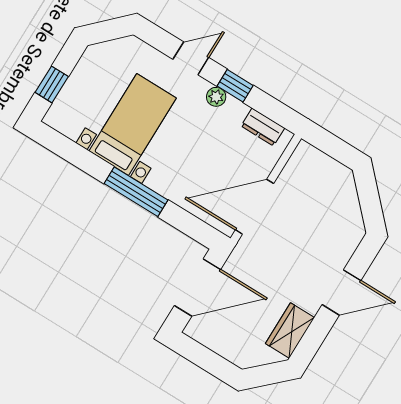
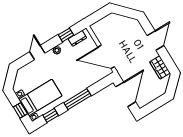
window: (235, 86) -> (66, 35), moved
bed with nightstands: (133, 125) -> (40, 98), moved, turned 90
window: (74, 153) -> (51, 115), added
door: (255, 207) -> (106, 57), hinge flipped

